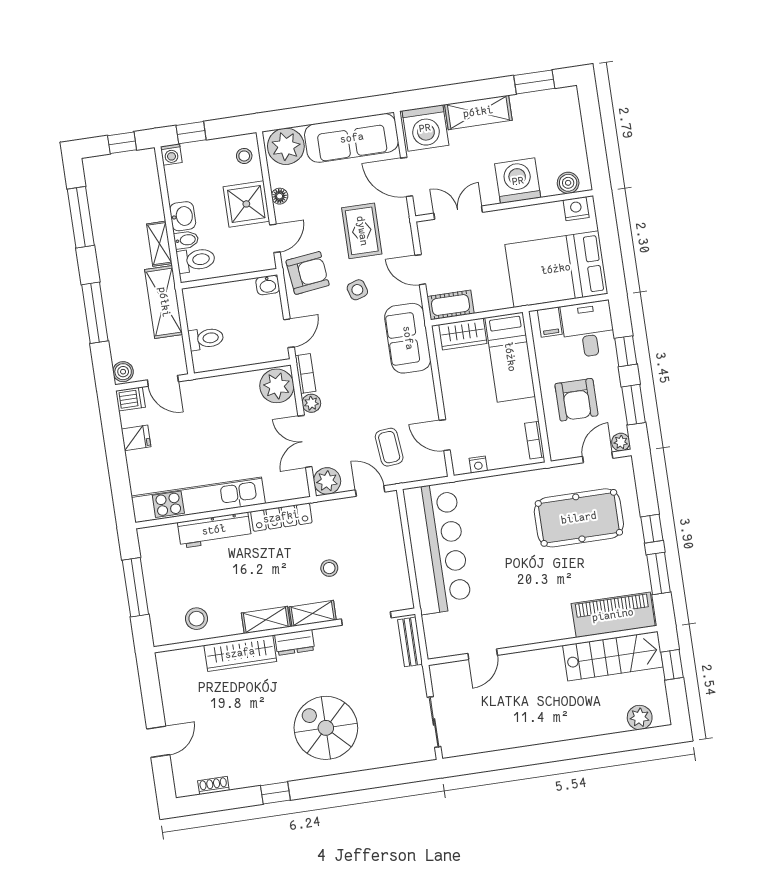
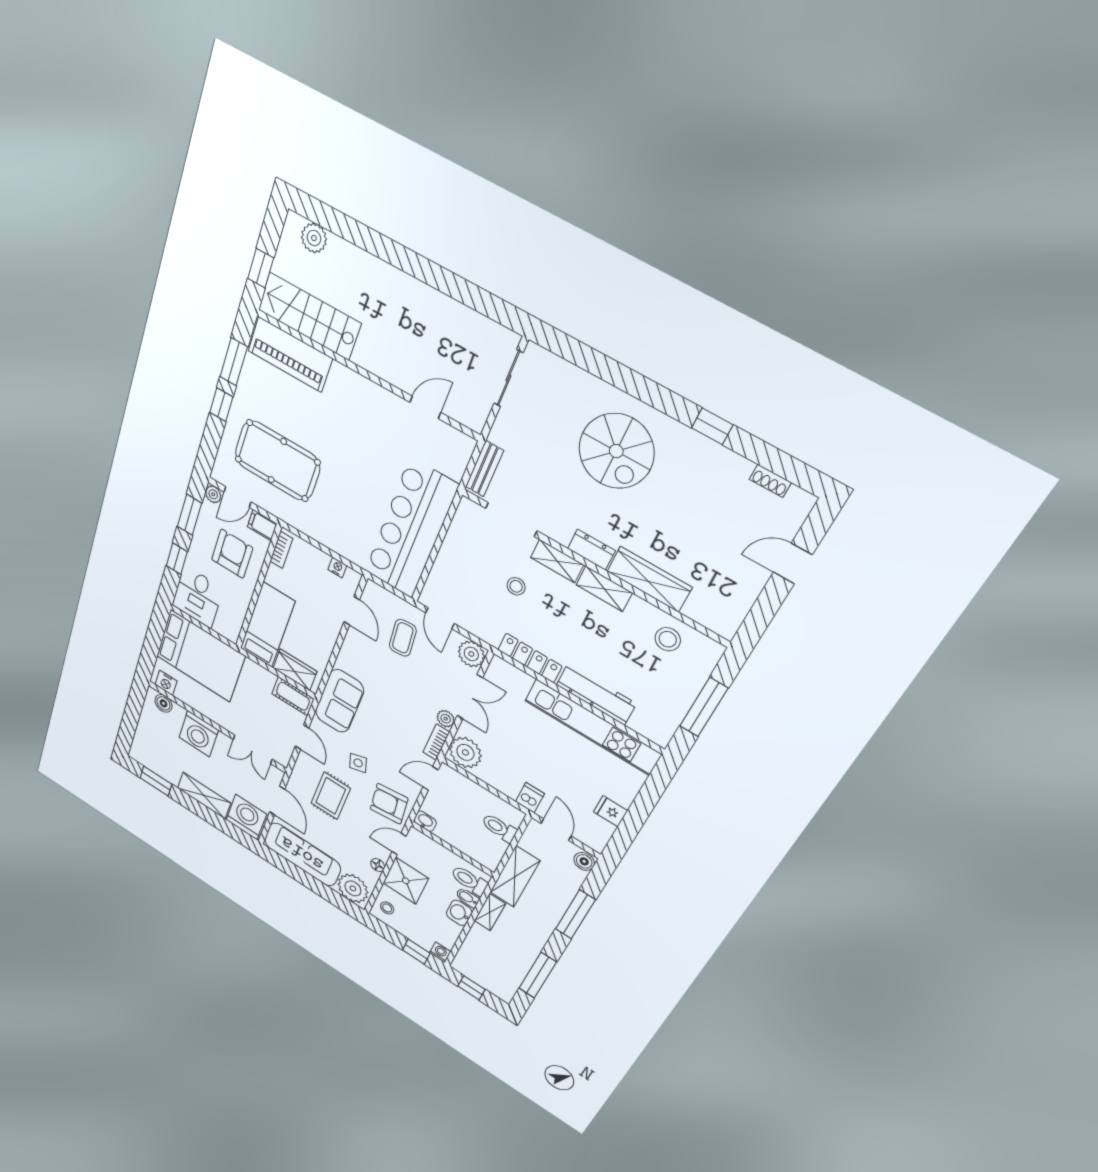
filing cabinet: (550, 322) -> (262, 525), moved, turned -90
dishwasher: (130, 399) -> (530, 798), moved, turned 90

